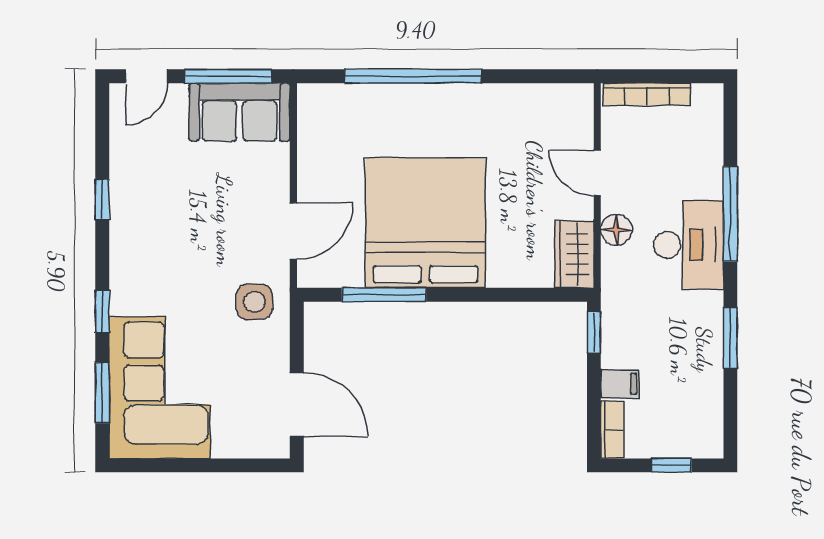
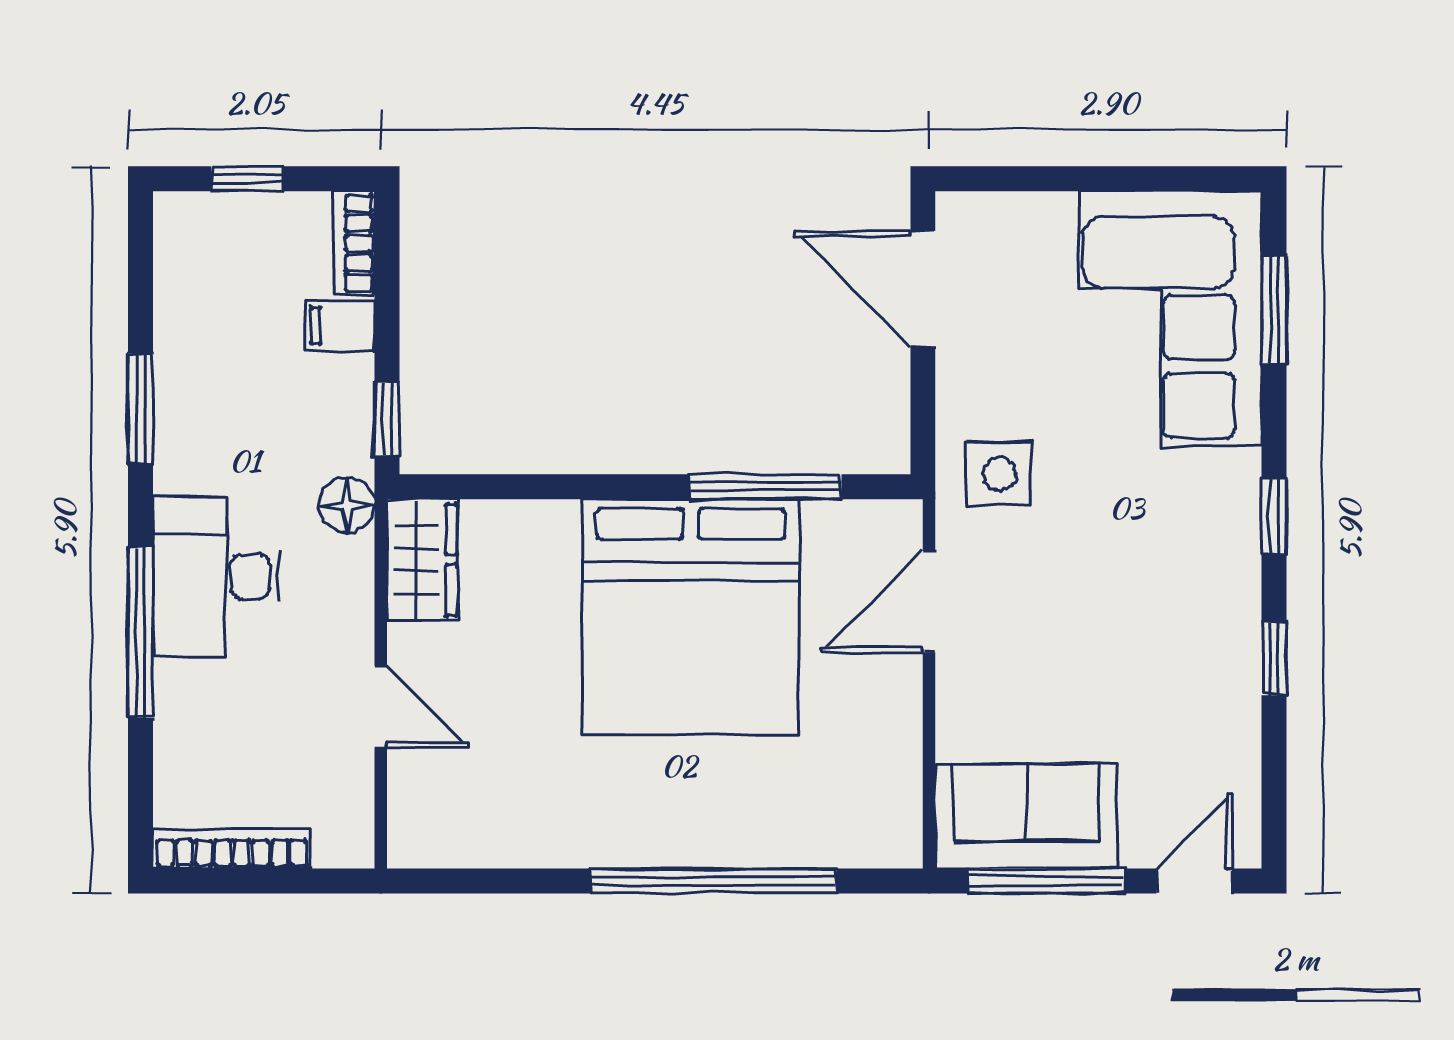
bookcase: (647, 94) -> (232, 848), moved
floor lamp: (616, 230) -> (347, 505), moved
window: (102, 312) -> (1274, 516), moved

